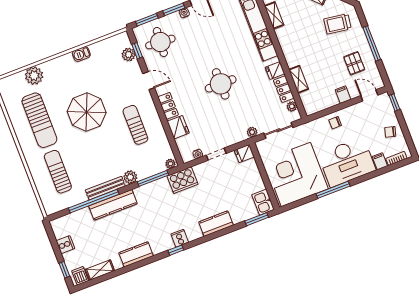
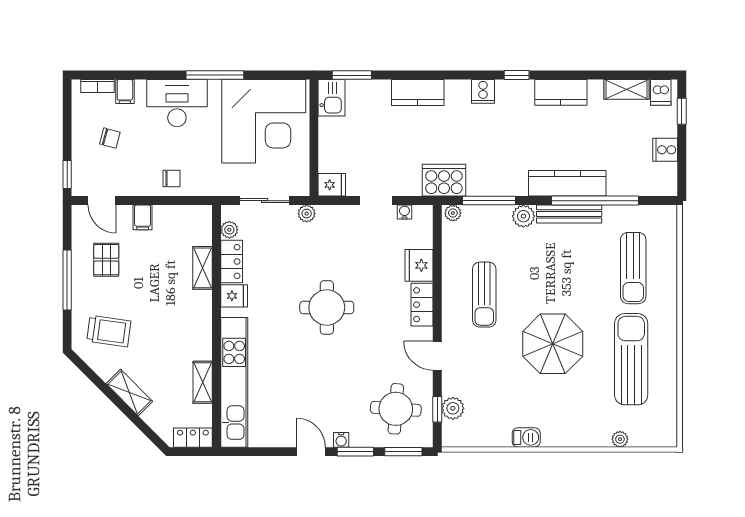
plant: (34, 76) -> (620, 439), width x0.53, depth x0.53
chair: (390, 132) -> (110, 138), moved
desk: (347, 162) -> (177, 103), width x0.73, depth x0.77
window: (176, 250) -> (517, 75), moved

